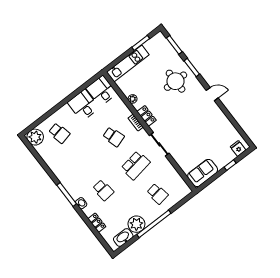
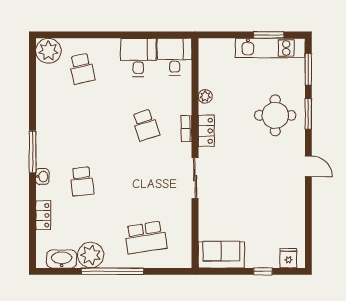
kitchen unit: (128, 63) -> (270, 48), moved
school desk: (135, 165) -> (146, 181), removed
school desk: (157, 194) -> (146, 237), width x1.85

